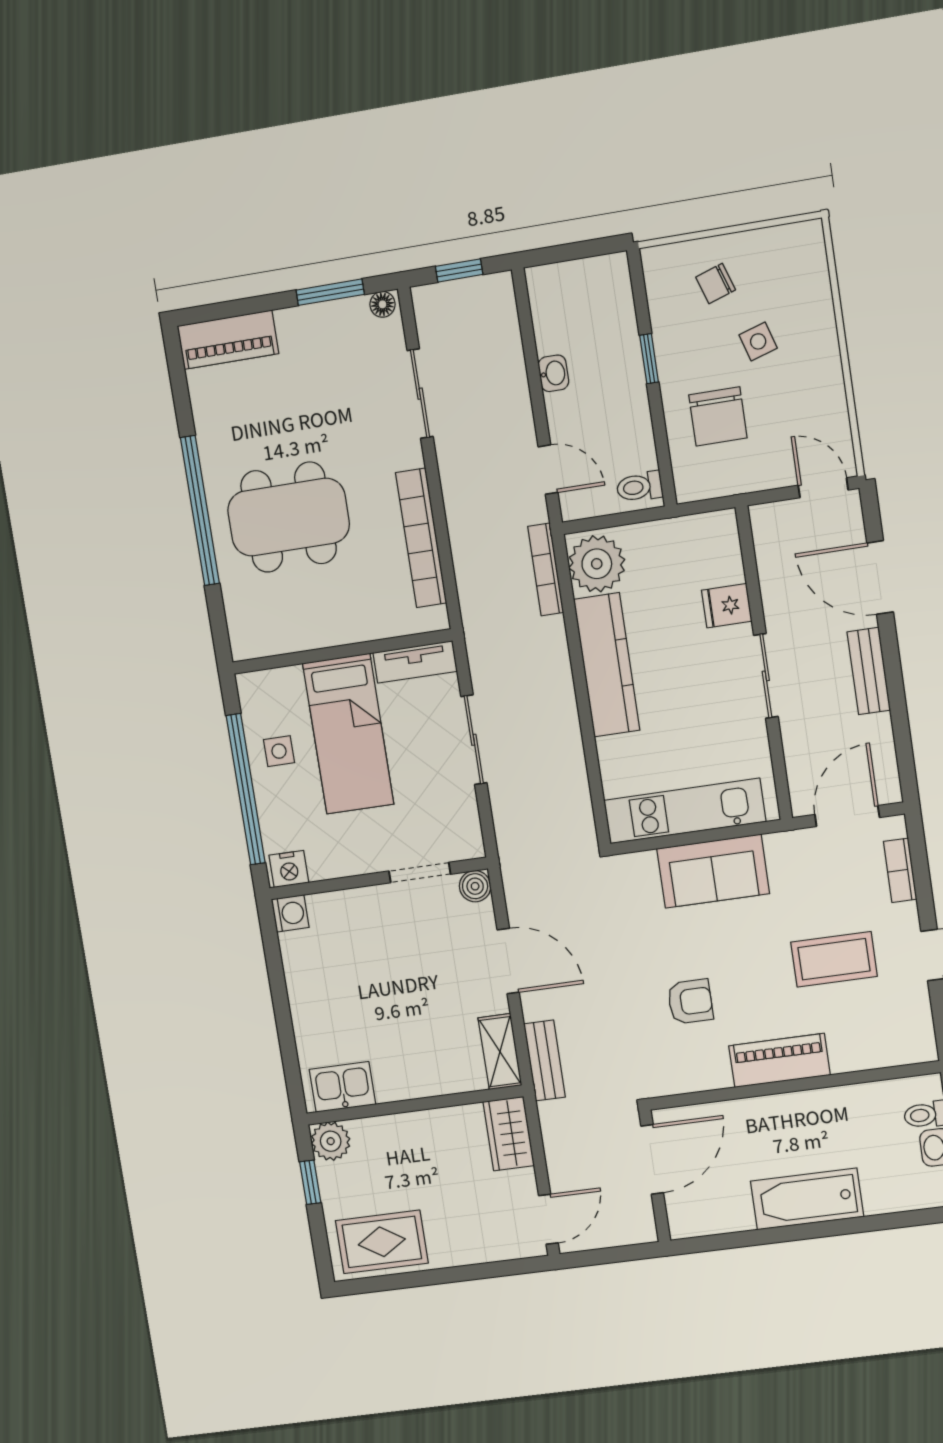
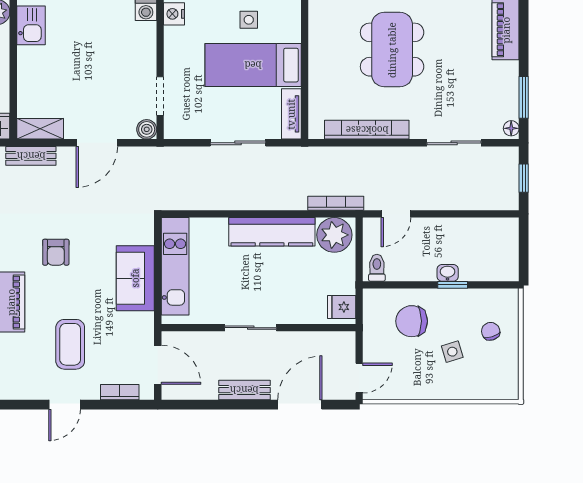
washbasin: (553, 373) -> (448, 273), moved, turned 180
fridge: (727, 606) -> (342, 307), moved, turned -90

